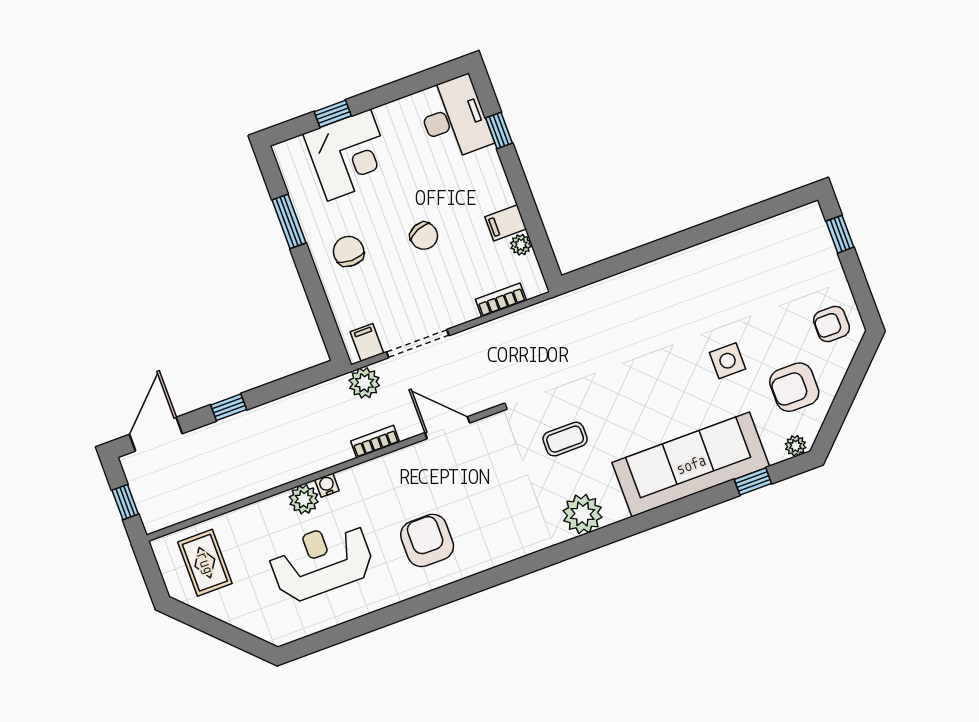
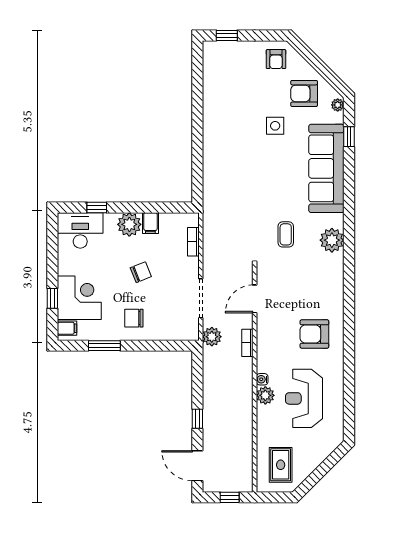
plant: (521, 245) -> (129, 224), moved, width x1.87, depth x1.87
filing cabinet: (367, 342) -> (67, 328), moved, turned 180
armchair: (794, 387) -> (304, 93), turned 90
rug: (205, 563) -> (281, 465), turned 90

